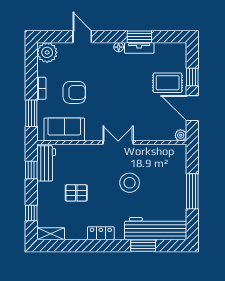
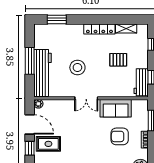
sofa: (64, 129) -> (116, 108), moved
workbench: (156, 229) -> (43, 73), moved, turned -90
locker: (101, 233) -> (99, 29), width x1.53
shelving: (51, 234) -> (126, 28), moved
window: (143, 246) -> (57, 19), moved

